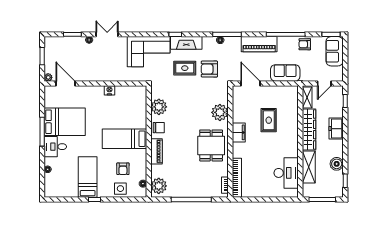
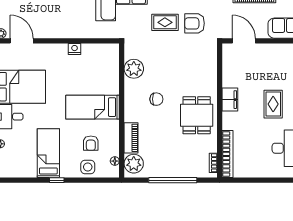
plant: (220, 112) -> (207, 76), removed
rug: (269, 120) -> (273, 104), moved
chair: (159, 128) -> (156, 99), moved
piano: (157, 151) -> (131, 138), moved

